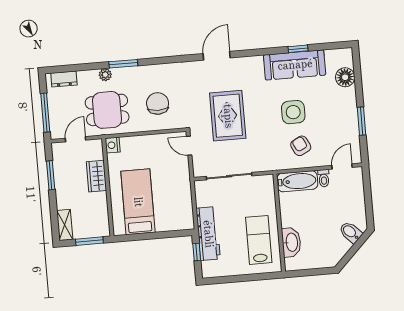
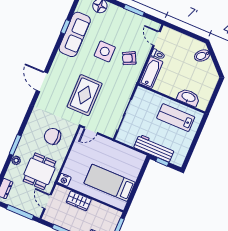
rug: (228, 116) -> (85, 95), turned 90

